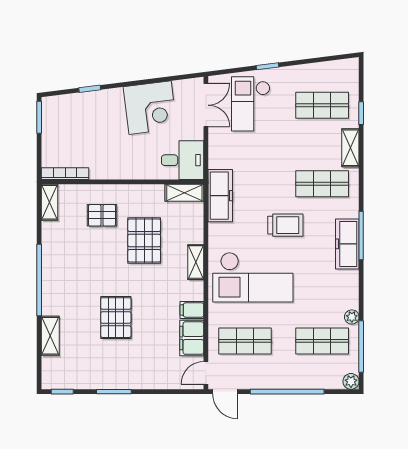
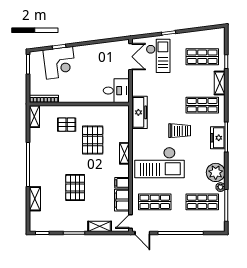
checkout: (251, 104) -> (158, 56), turned 180
corner desk: (150, 108) -> (60, 63), moved
shelving: (184, 193) -> (100, 226), moved
freezer: (347, 244) -> (218, 138), width x0.71
plant: (351, 381) -> (216, 172), moved, width x1.88, depth x1.88

